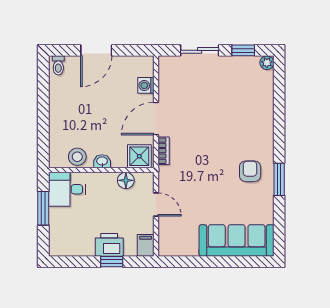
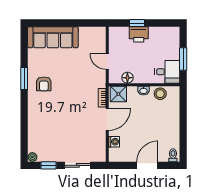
filing cabinet: (146, 245) -> (114, 34), removed

